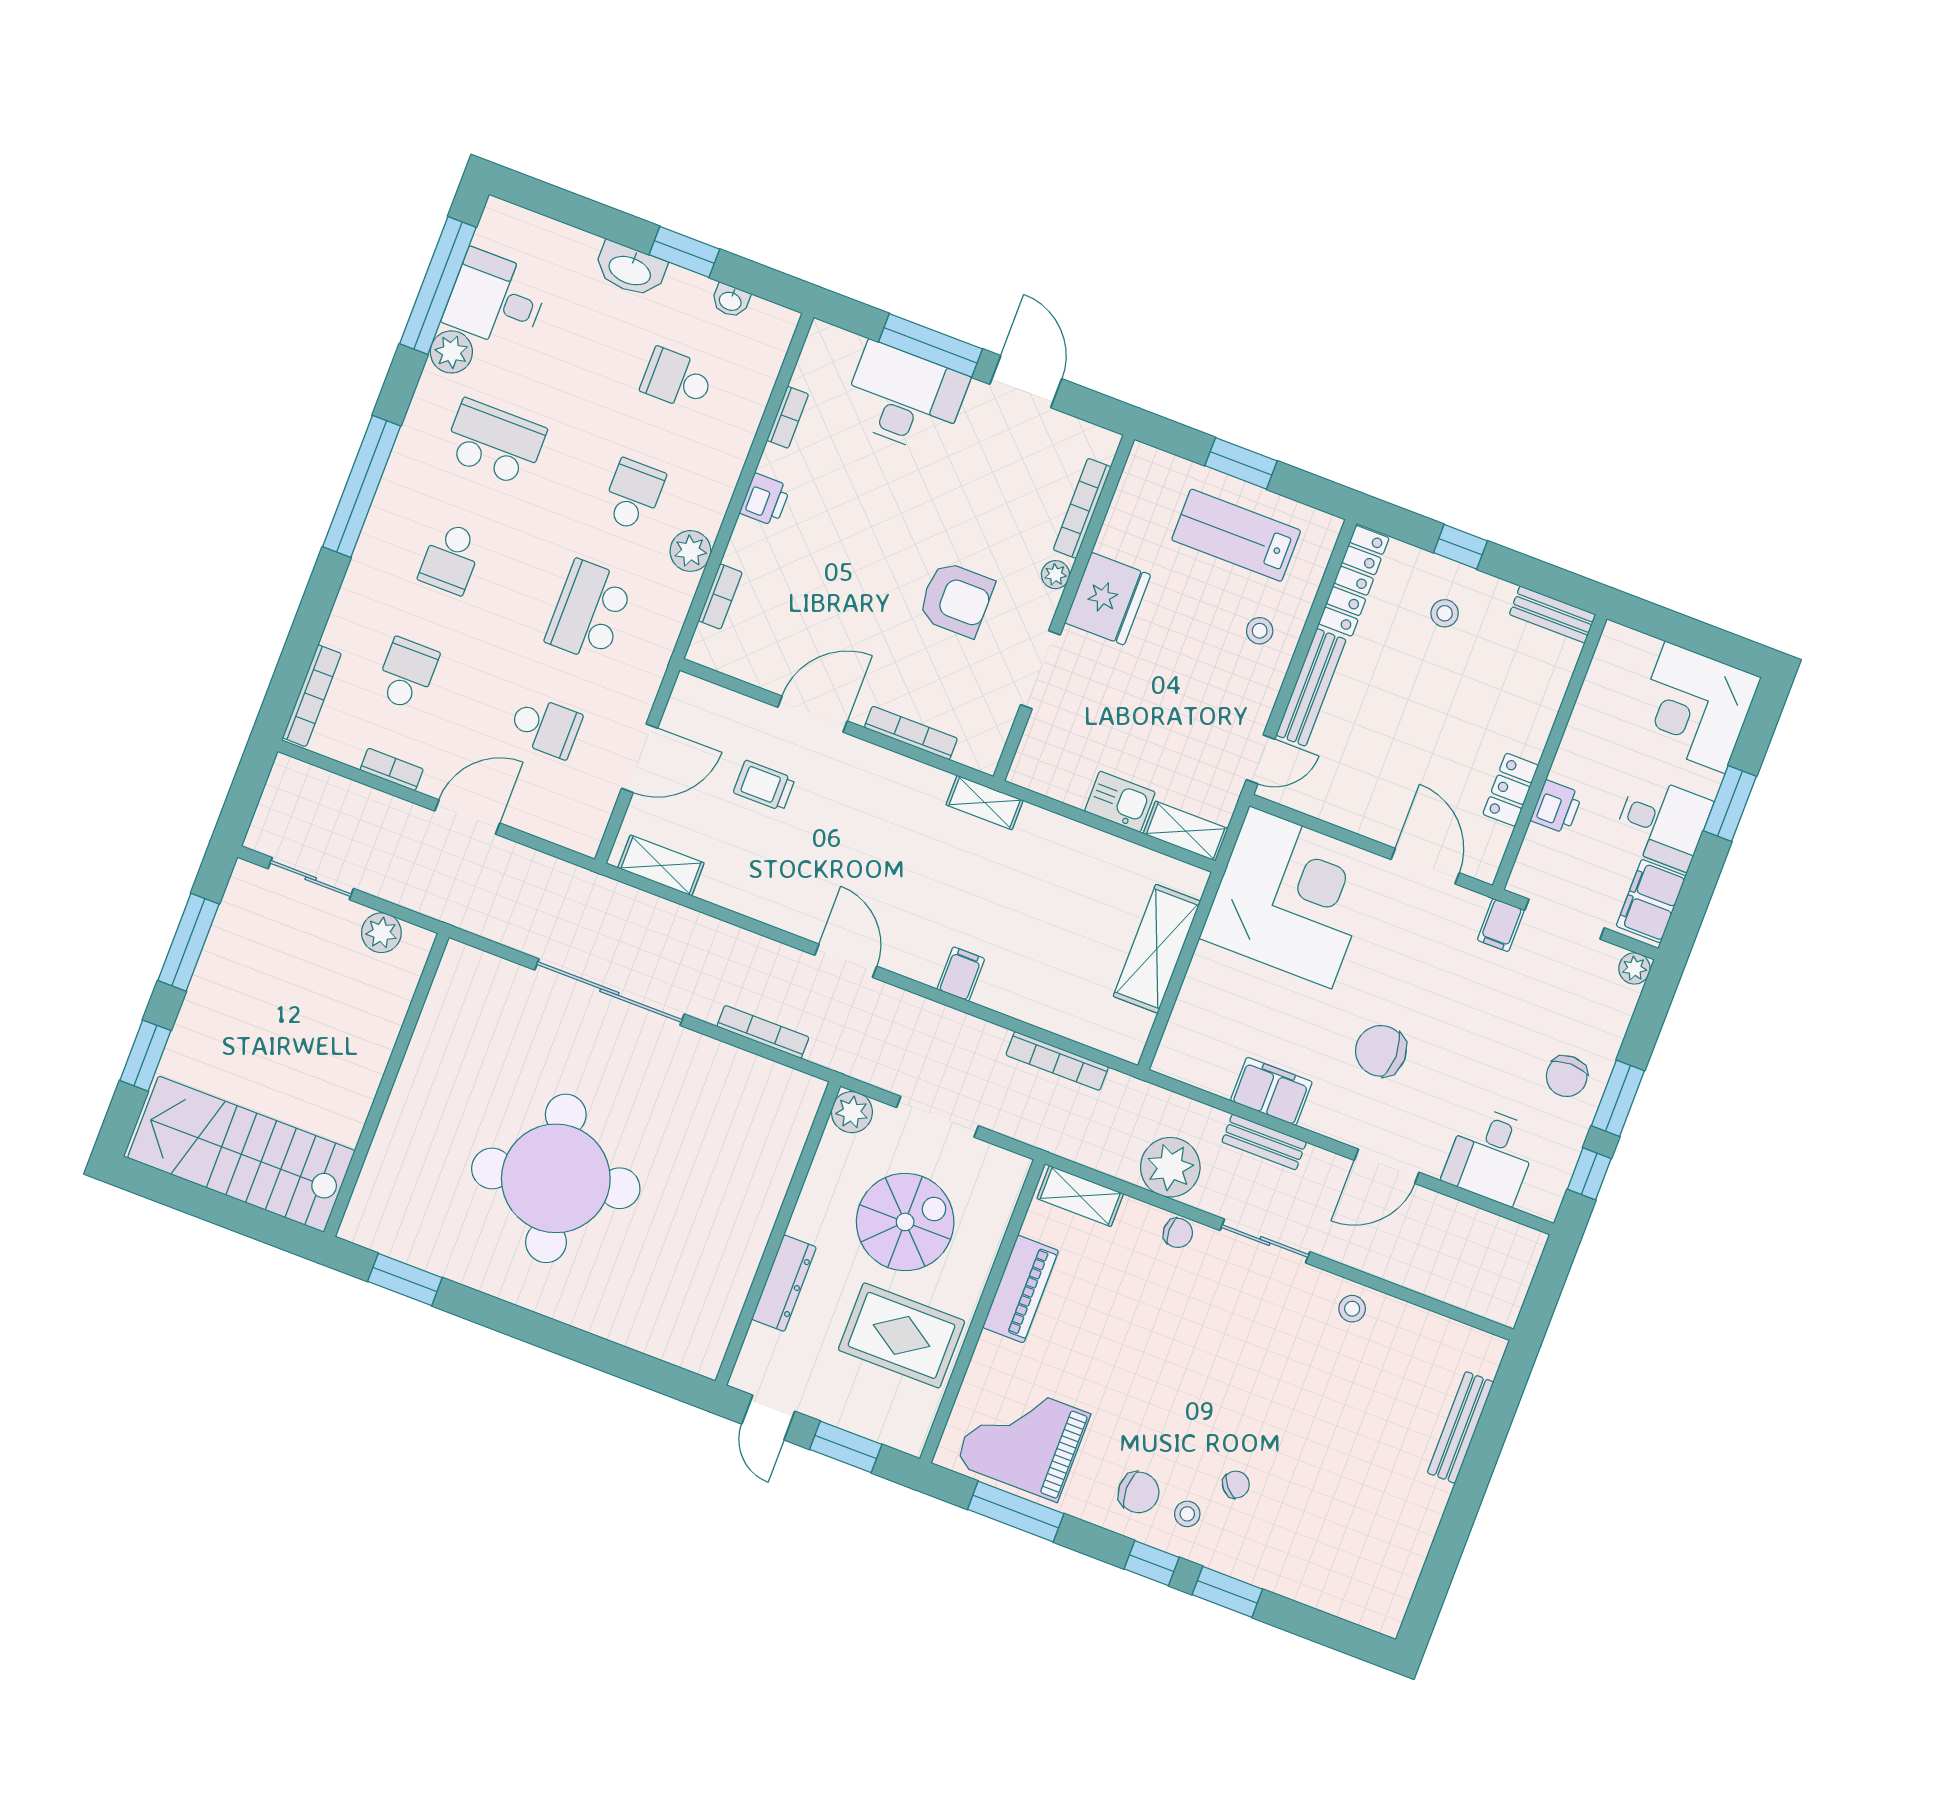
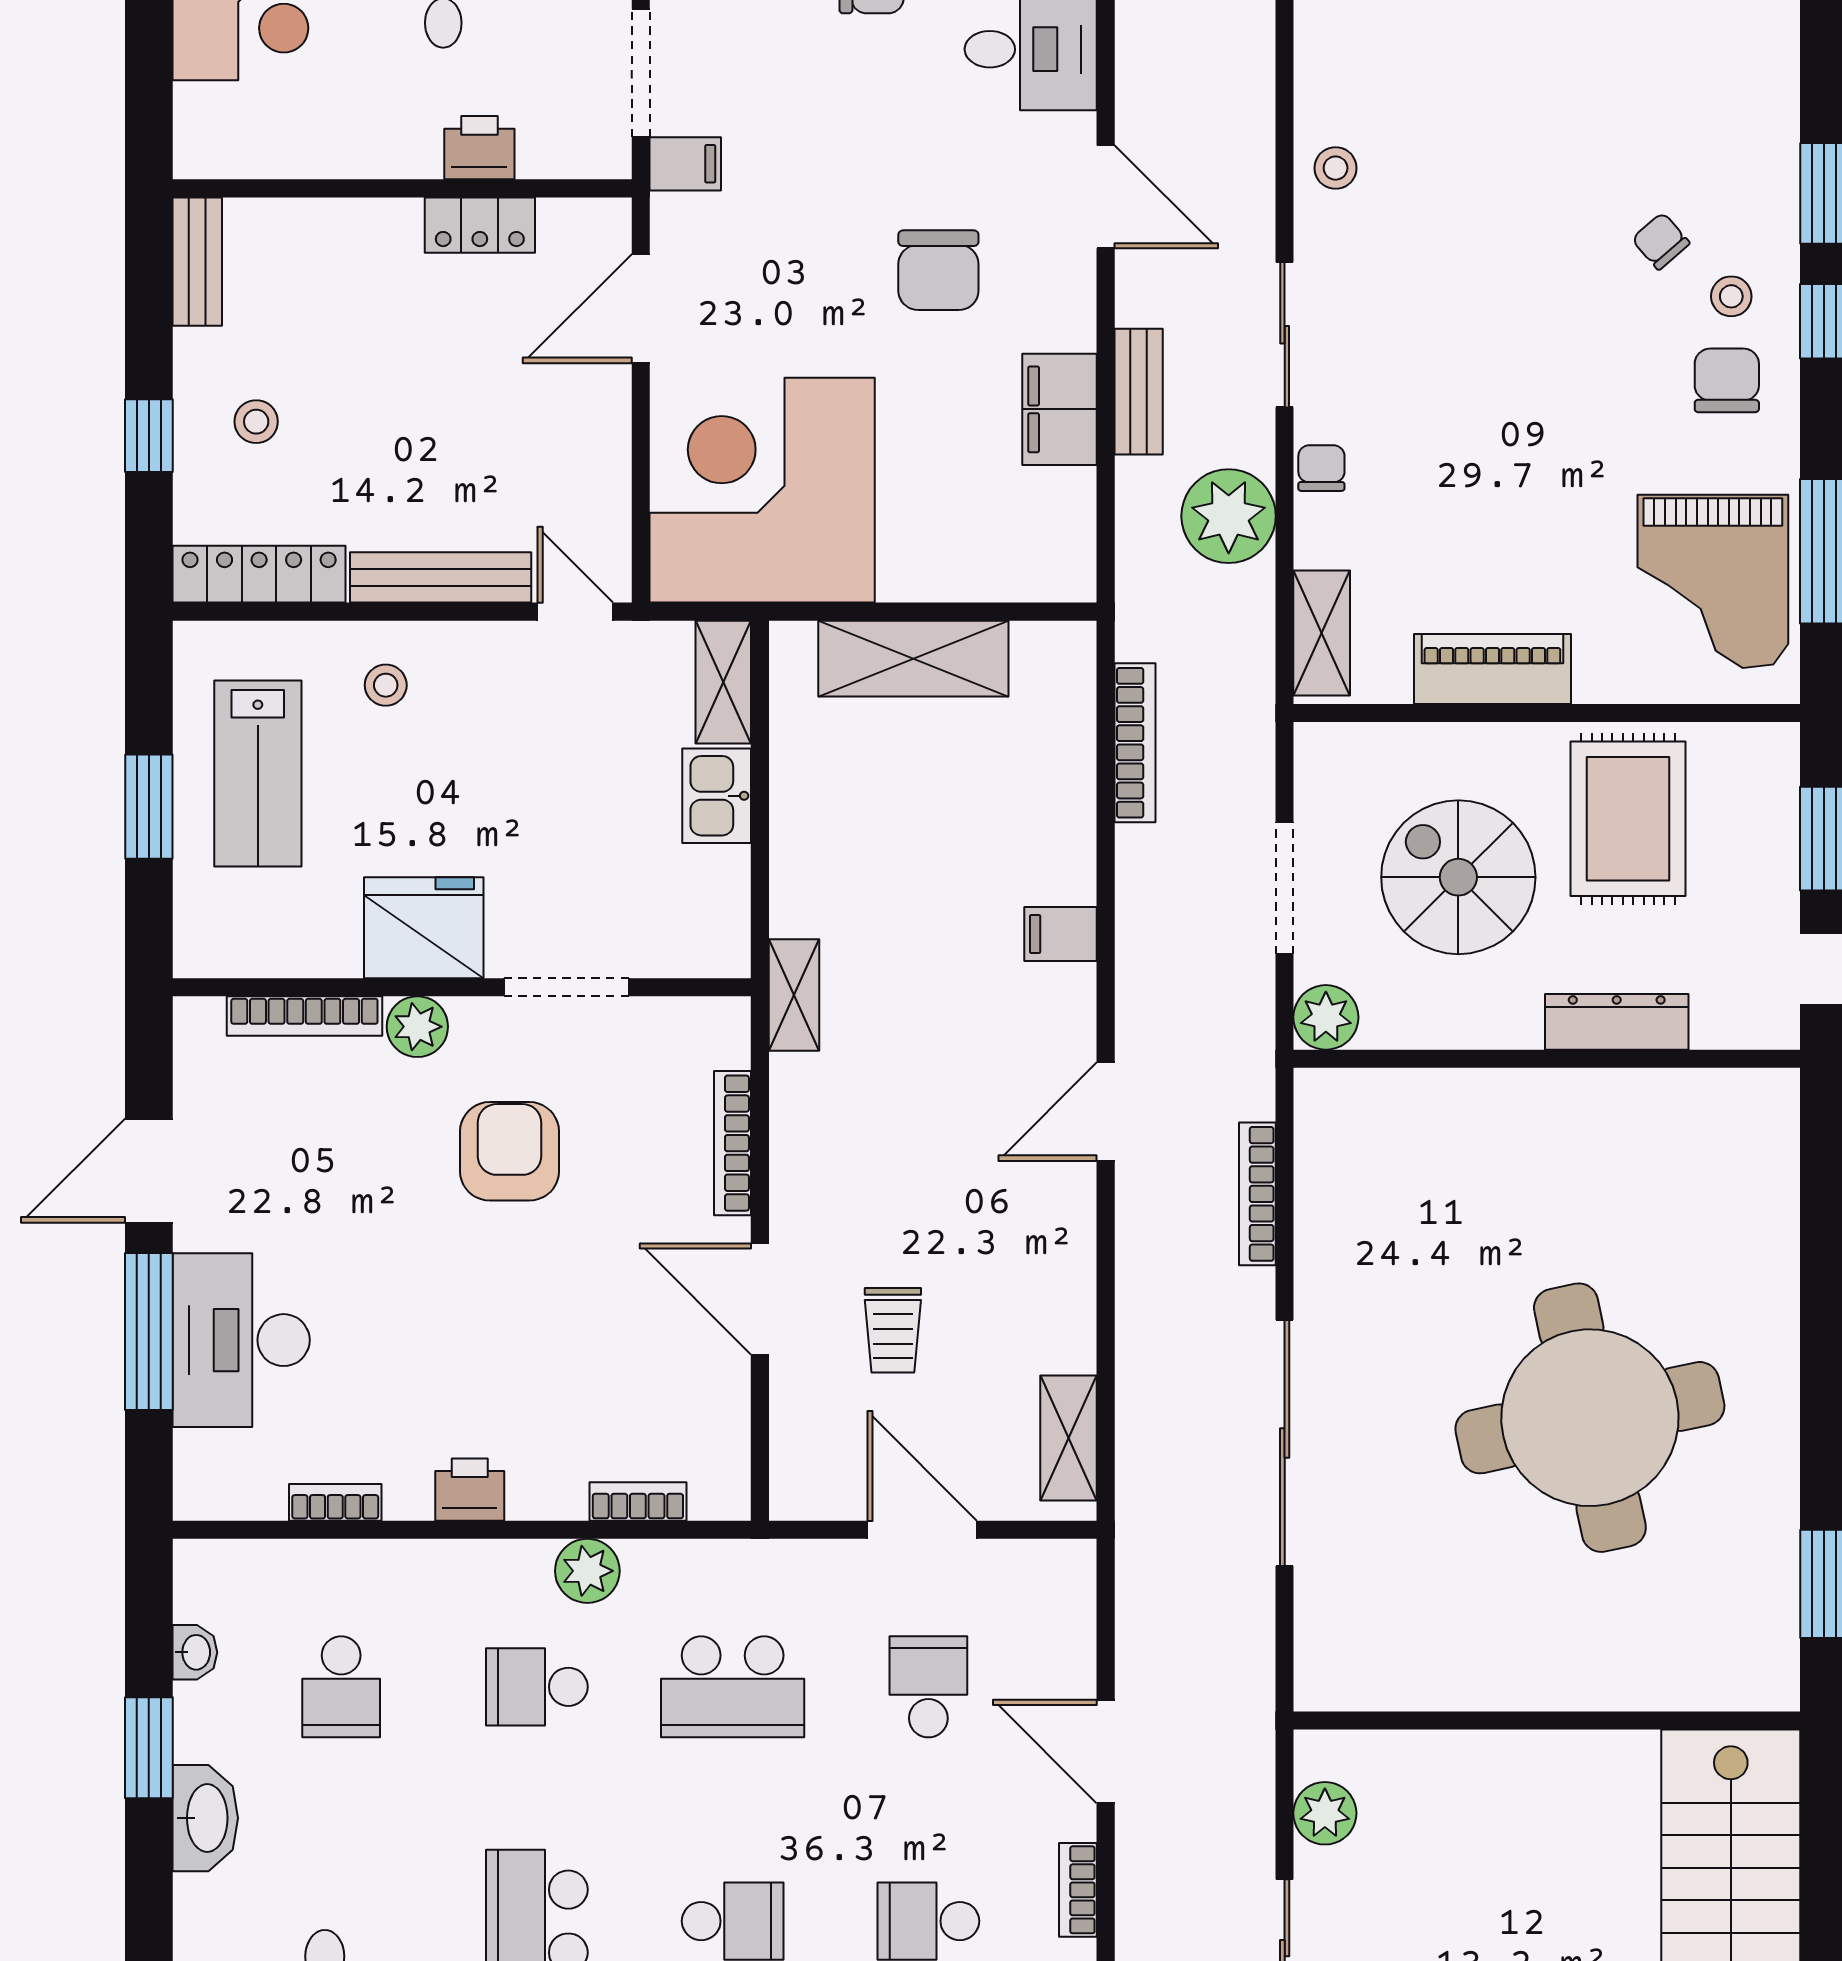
plant: (1055, 575) -> (417, 1027), width x1.38, depth x1.38

